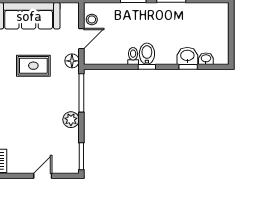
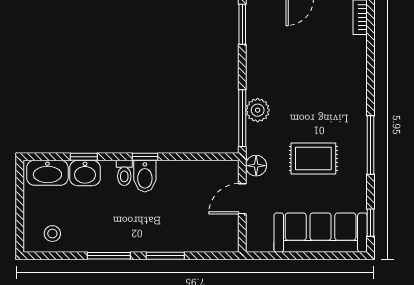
stool: (92, 19) -> (52, 234), moved
toilet: (133, 56) -> (124, 173), moved
washbasin: (206, 59) -> (47, 173), width x1.91, depth x1.45
plant: (71, 120) -> (258, 110), moved

